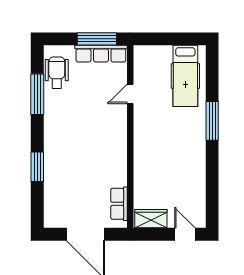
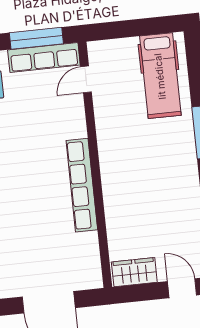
door: (130, 94) -> (86, 79), moved
row of seats: (119, 204) -> (82, 185), moved, width x2.02

